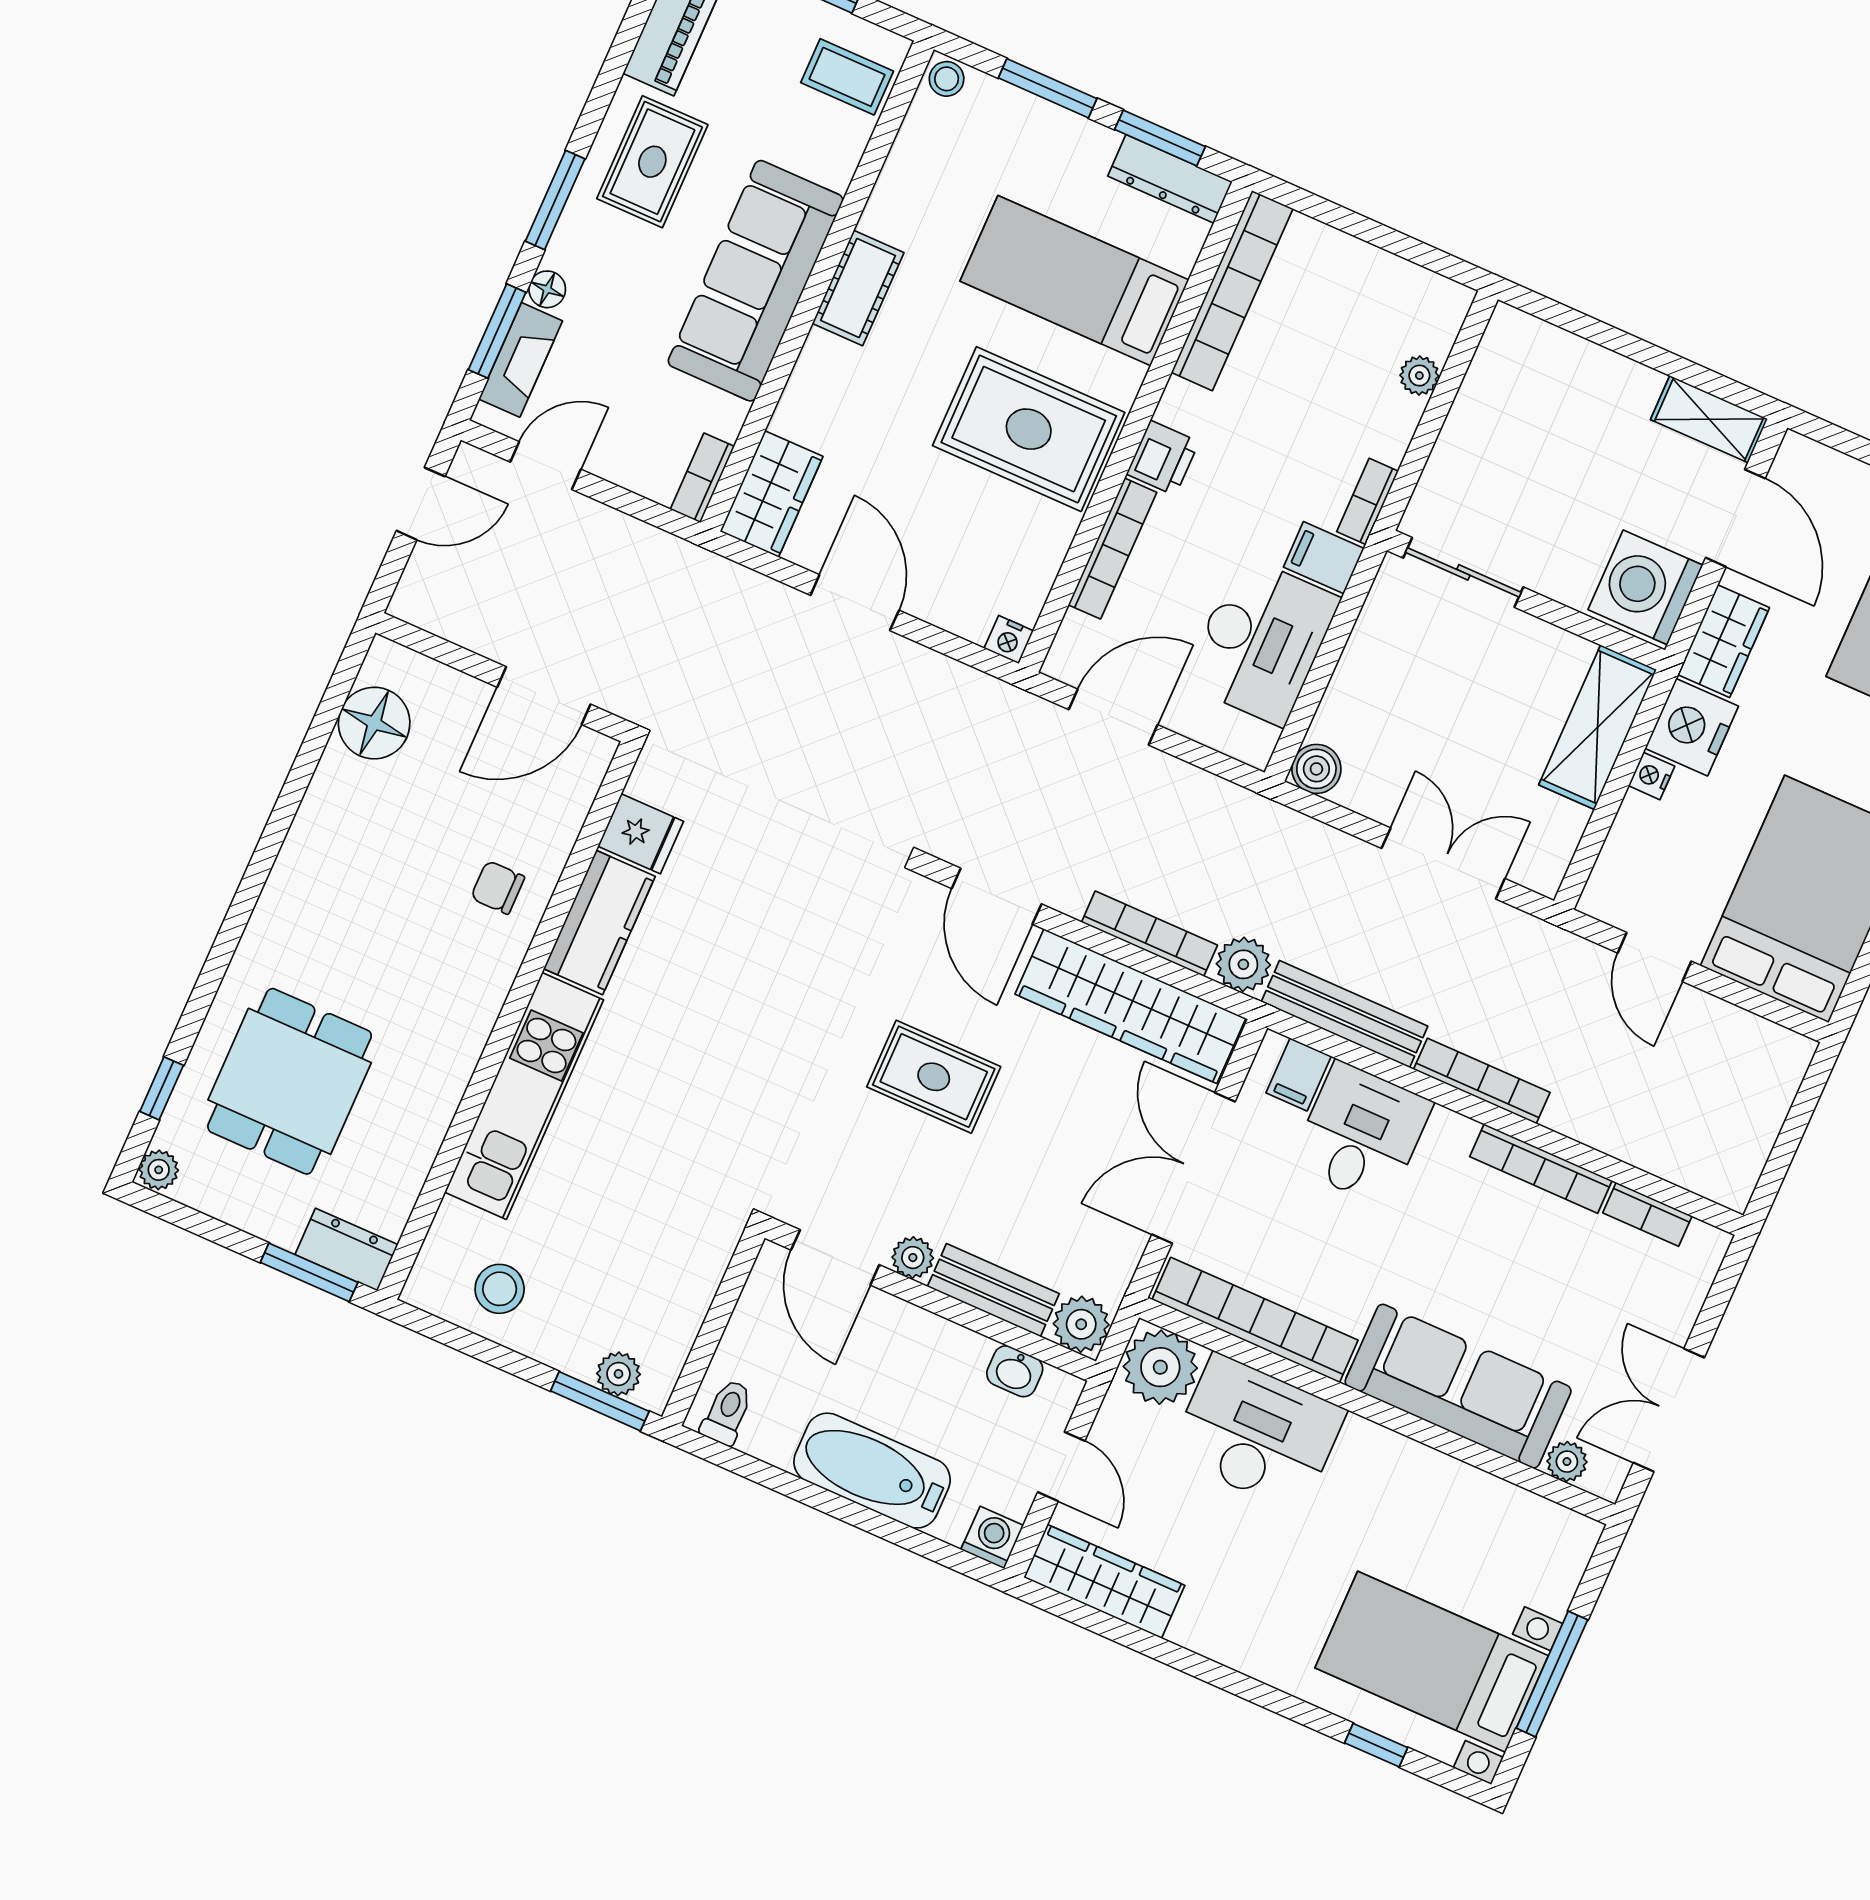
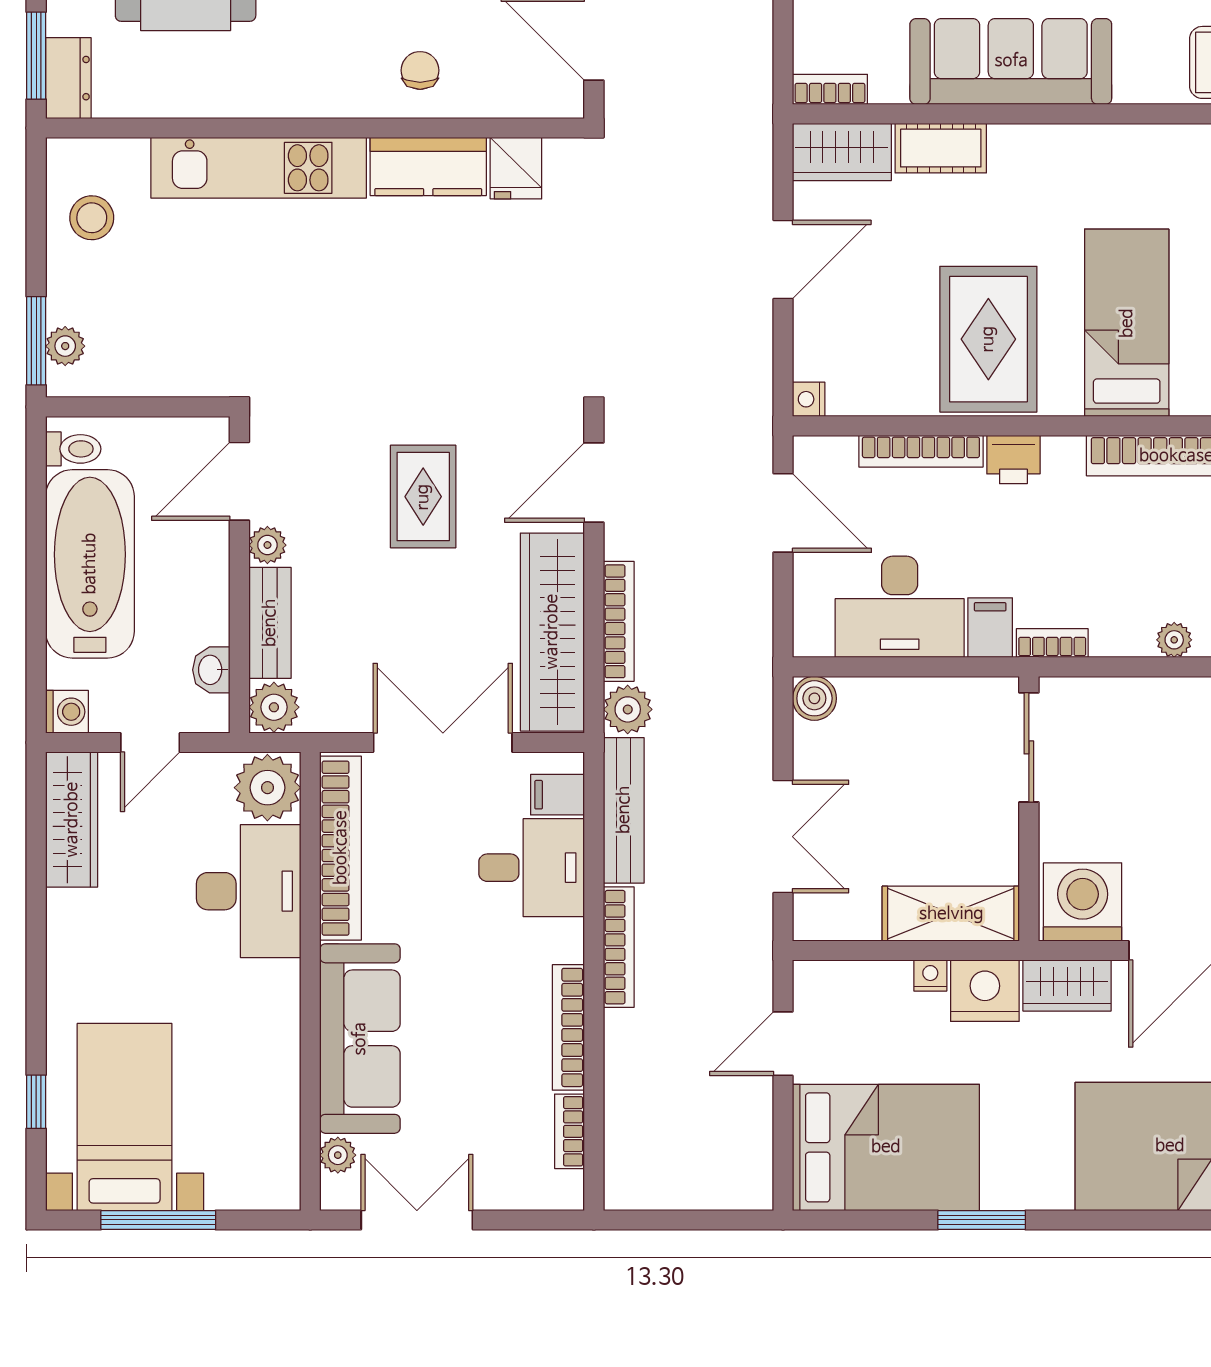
cot: (858, 288) -> (941, 148), moved
bathtub: (872, 1471) -> (90, 564), width x1.36, depth x1.36

